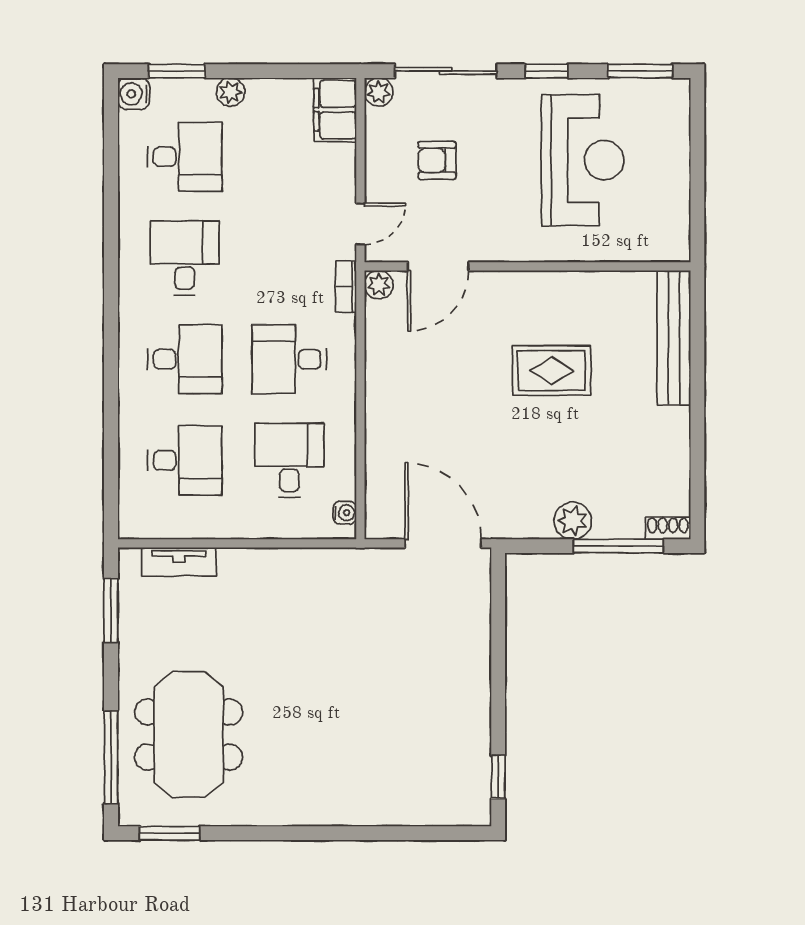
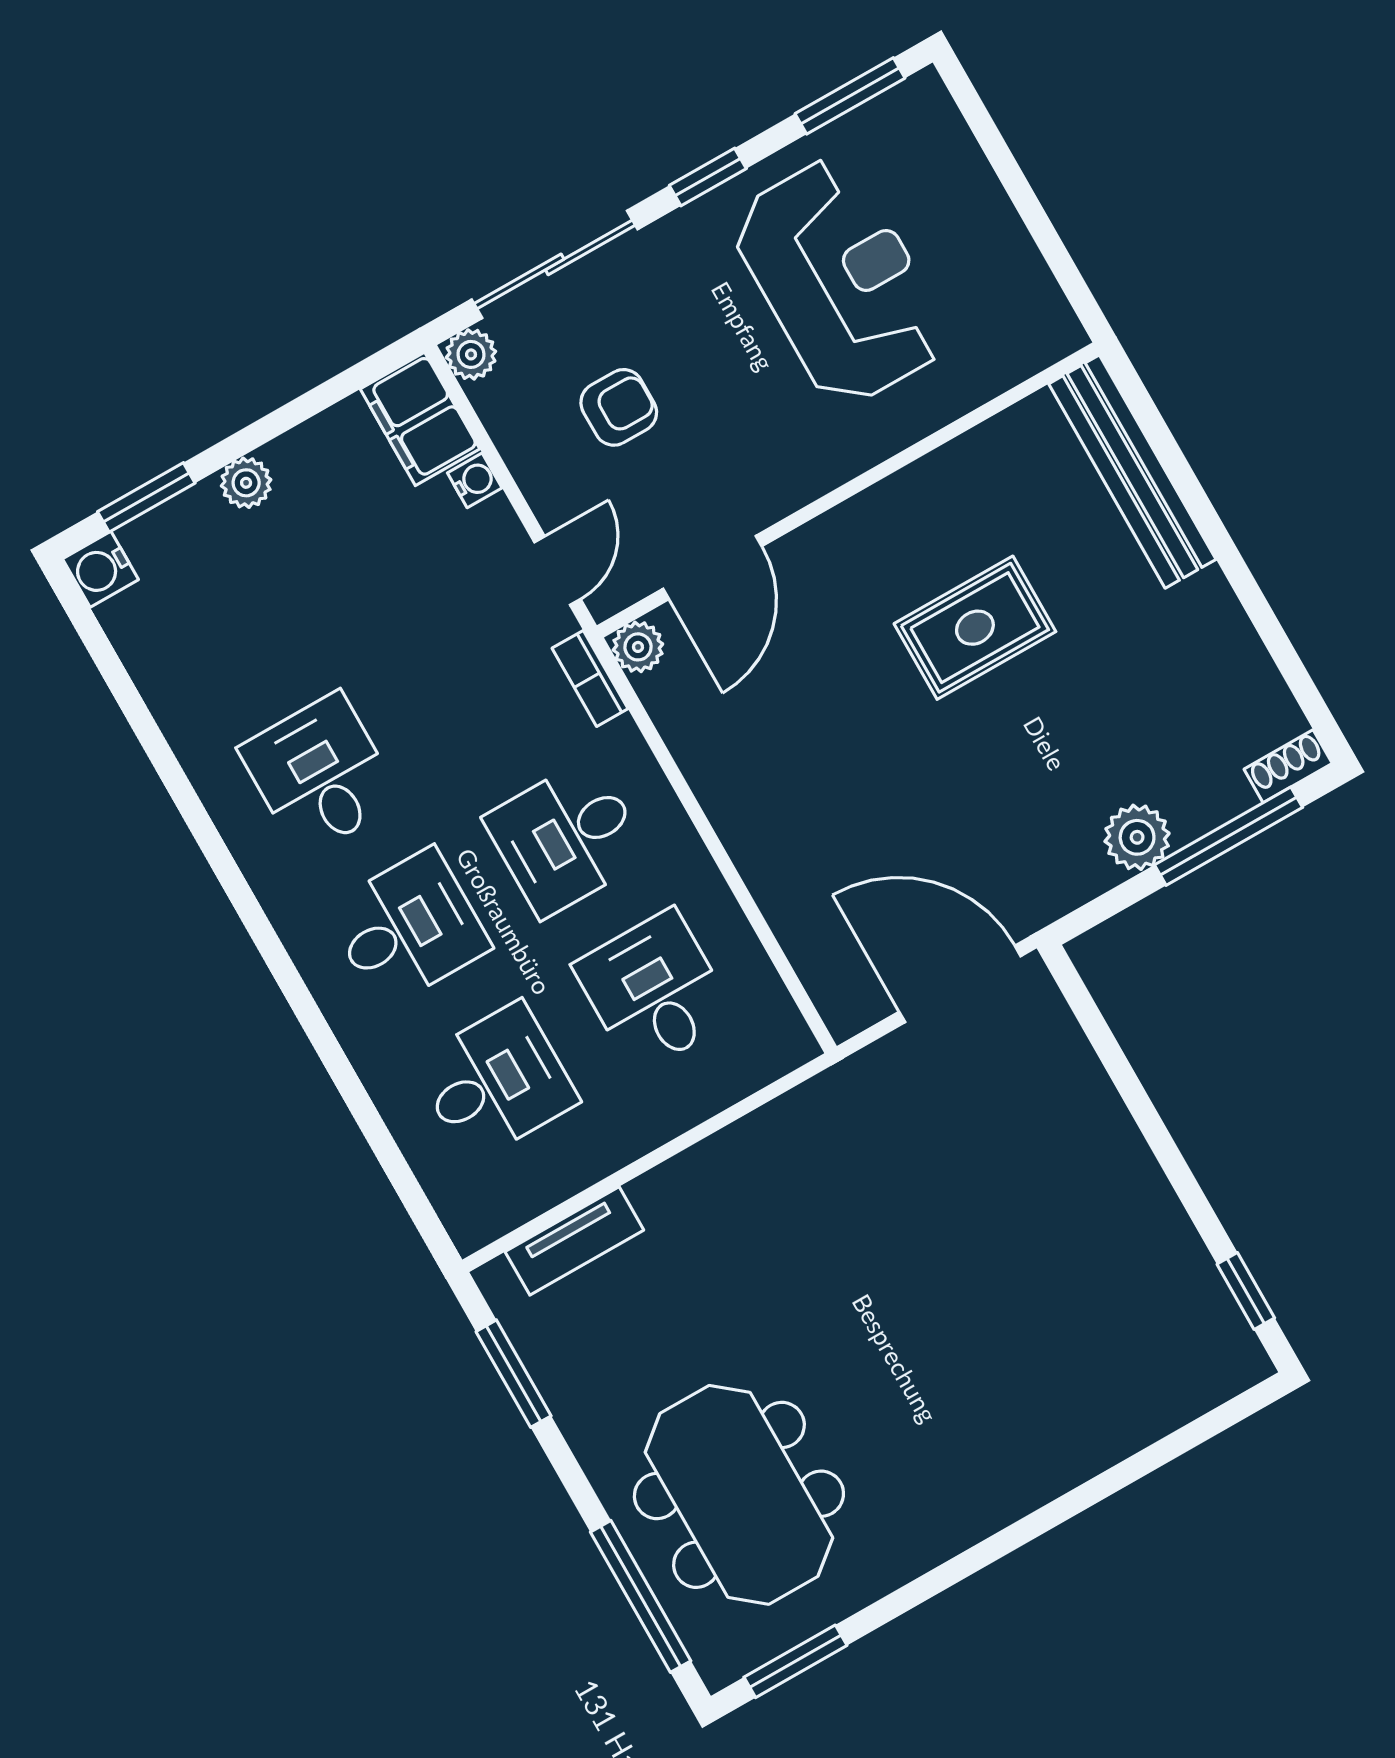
desk: (185, 157) -> (232, 621), removed
armchair: (437, 160) -> (619, 407), turned 180
water cooler: (345, 513) -> (475, 480), moved

